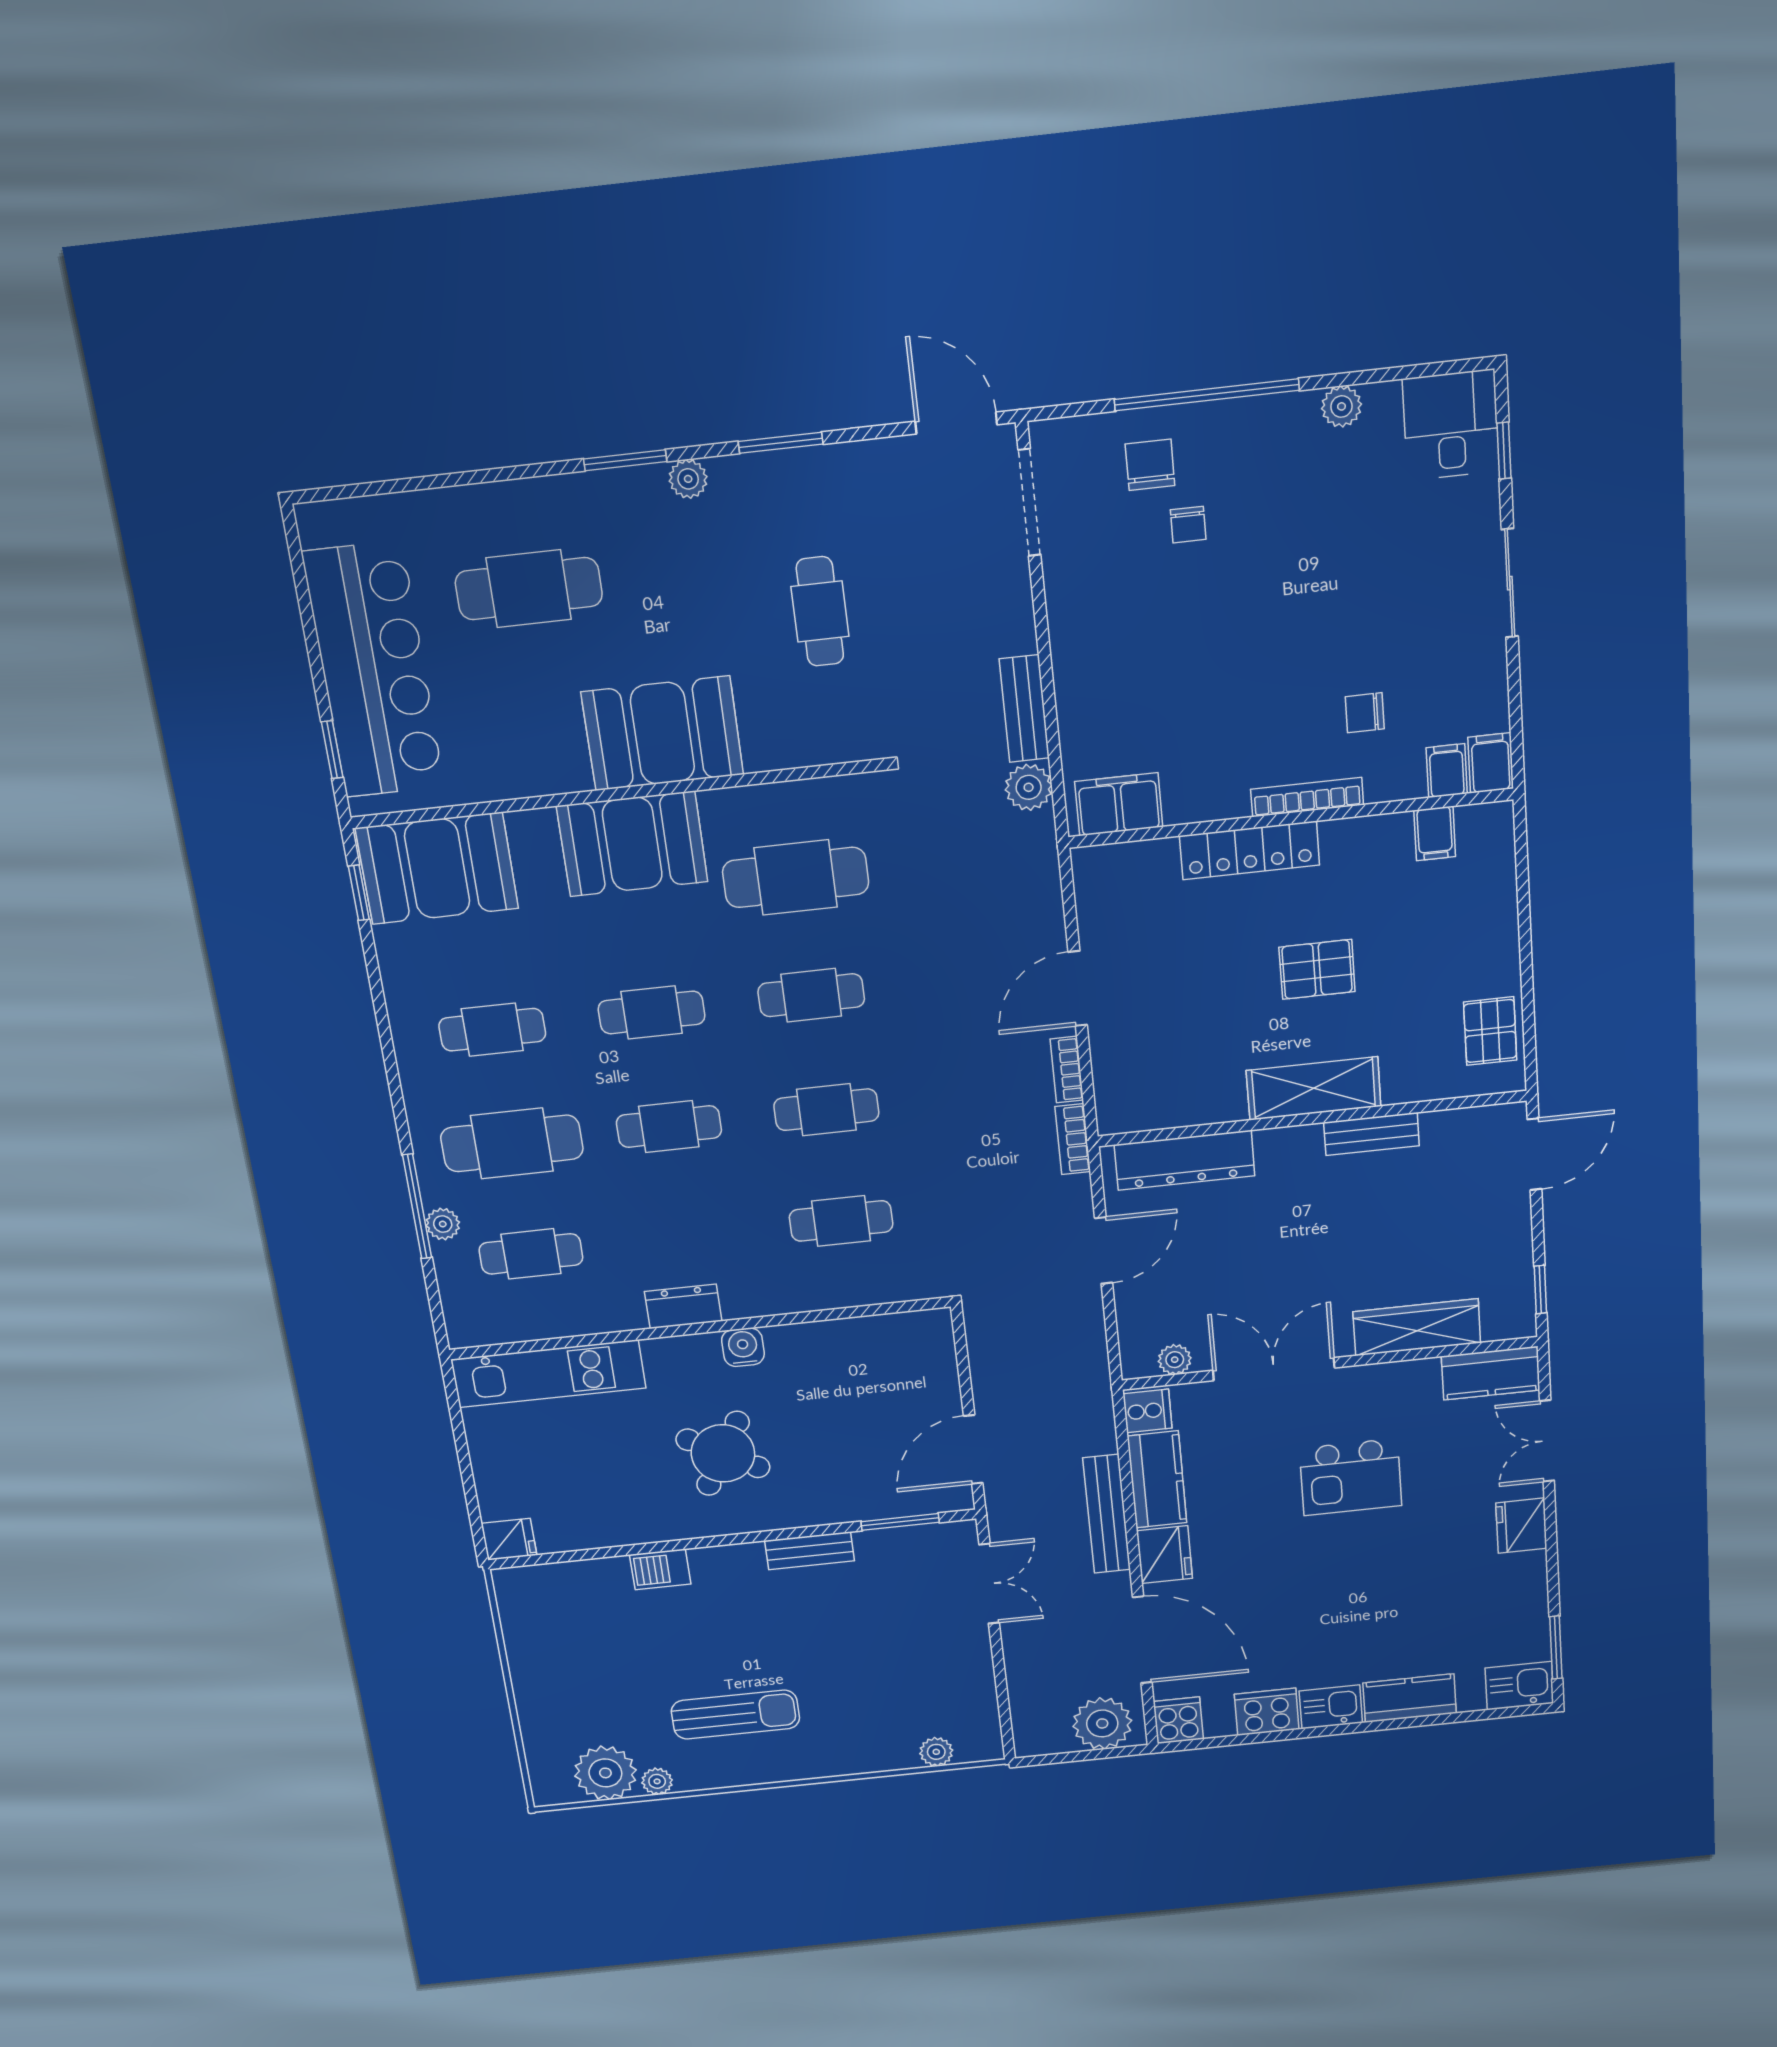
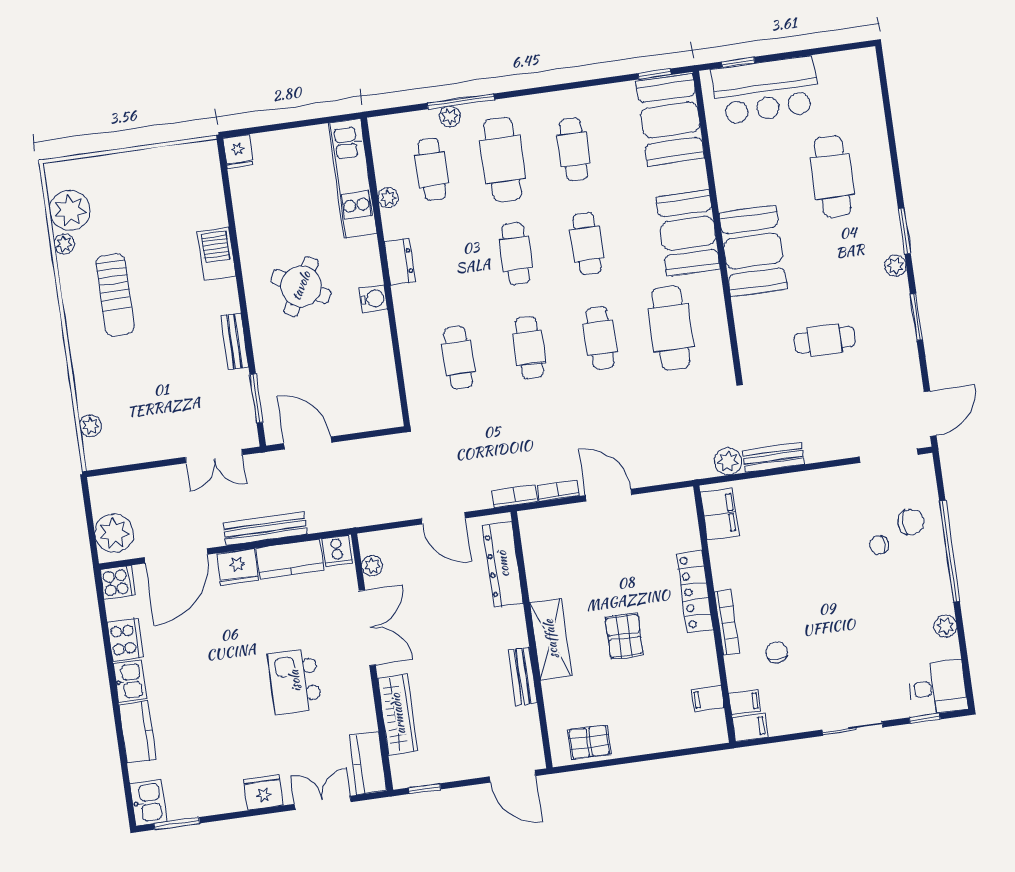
bar counter: (374, 670) -> (766, 90), width x0.73
plant: (579, 1321) -> (388, 198), added
barbecue: (660, 1569) -> (217, 254), width x1.38, depth x1.27

